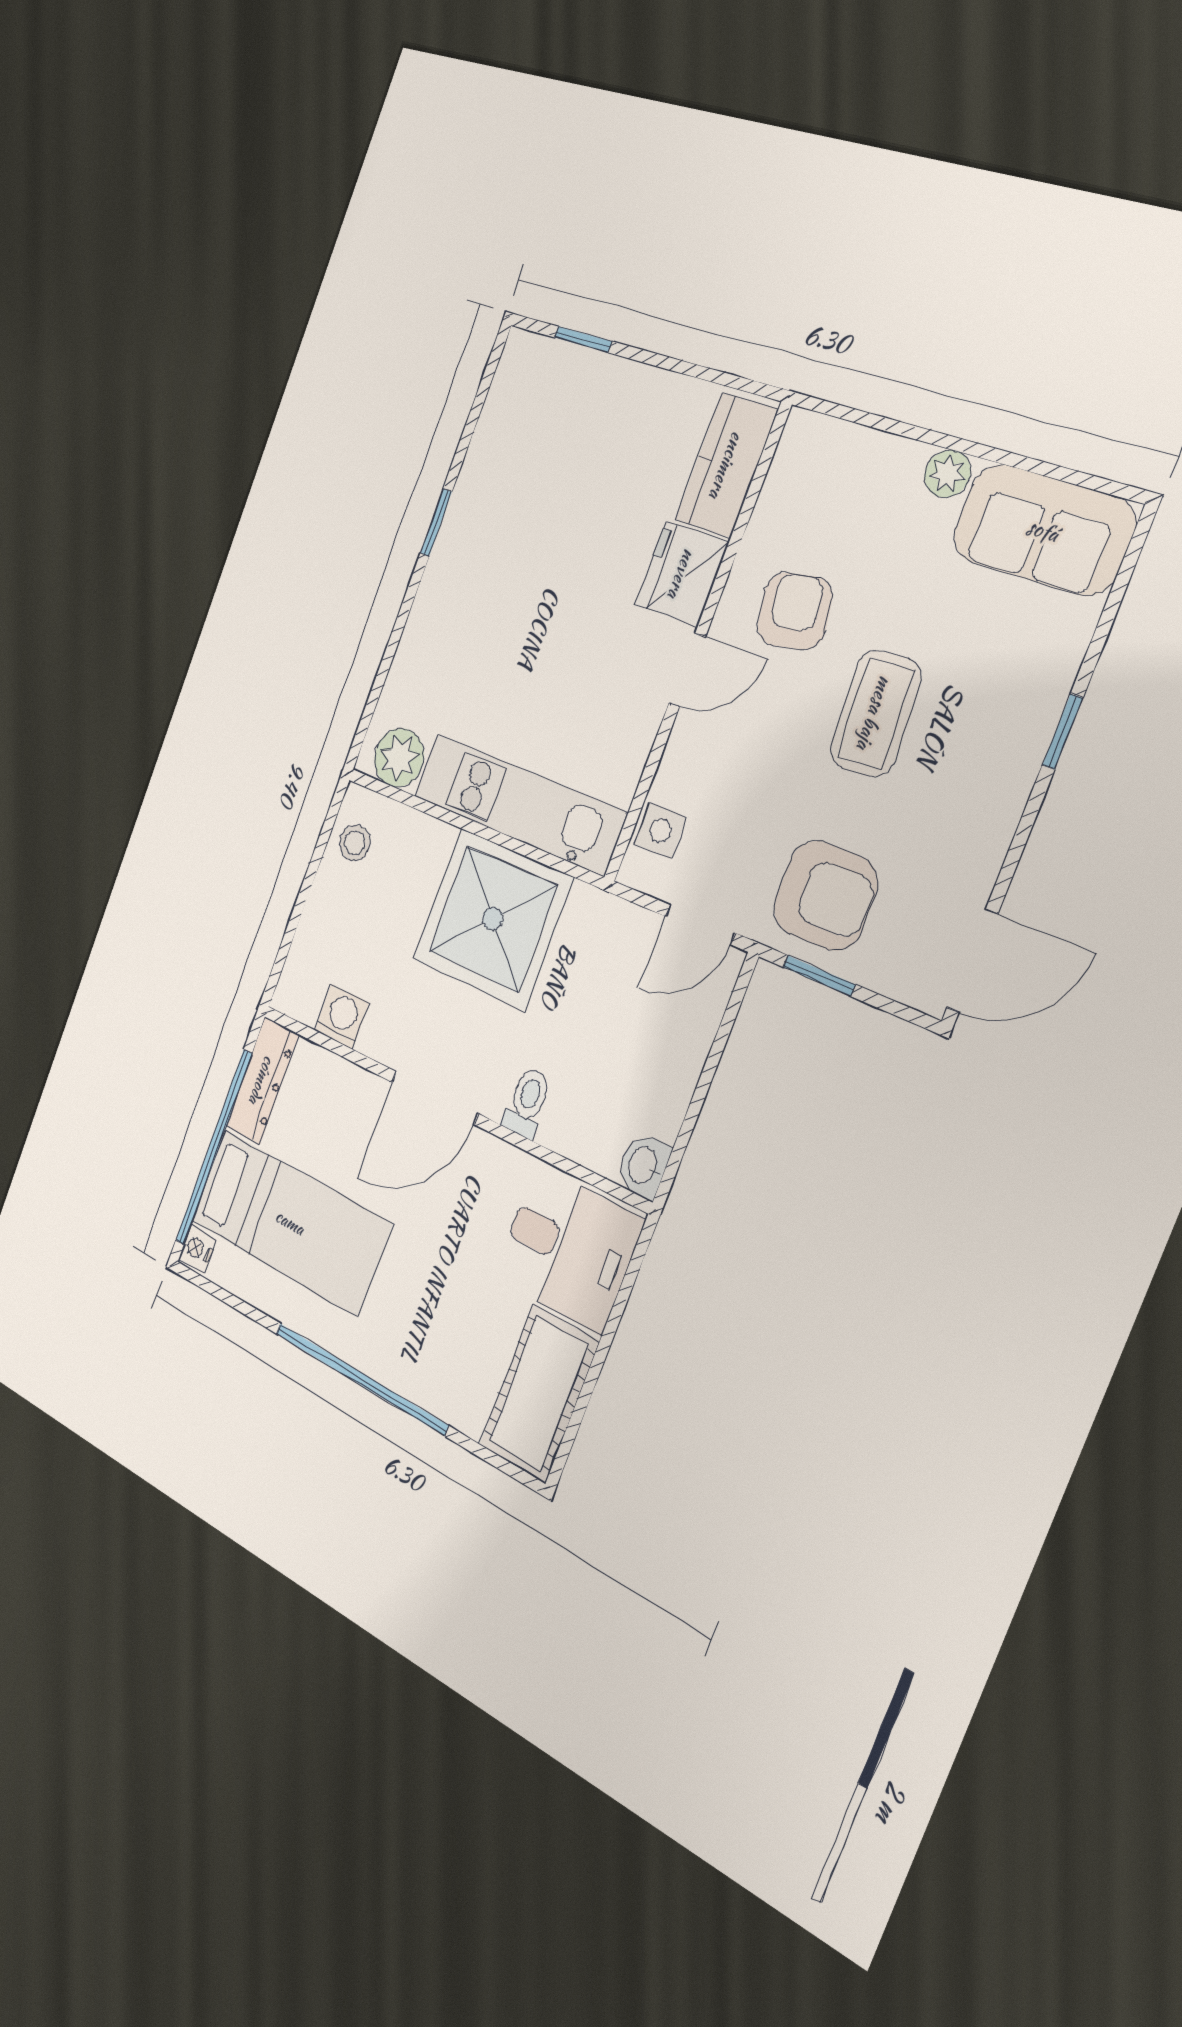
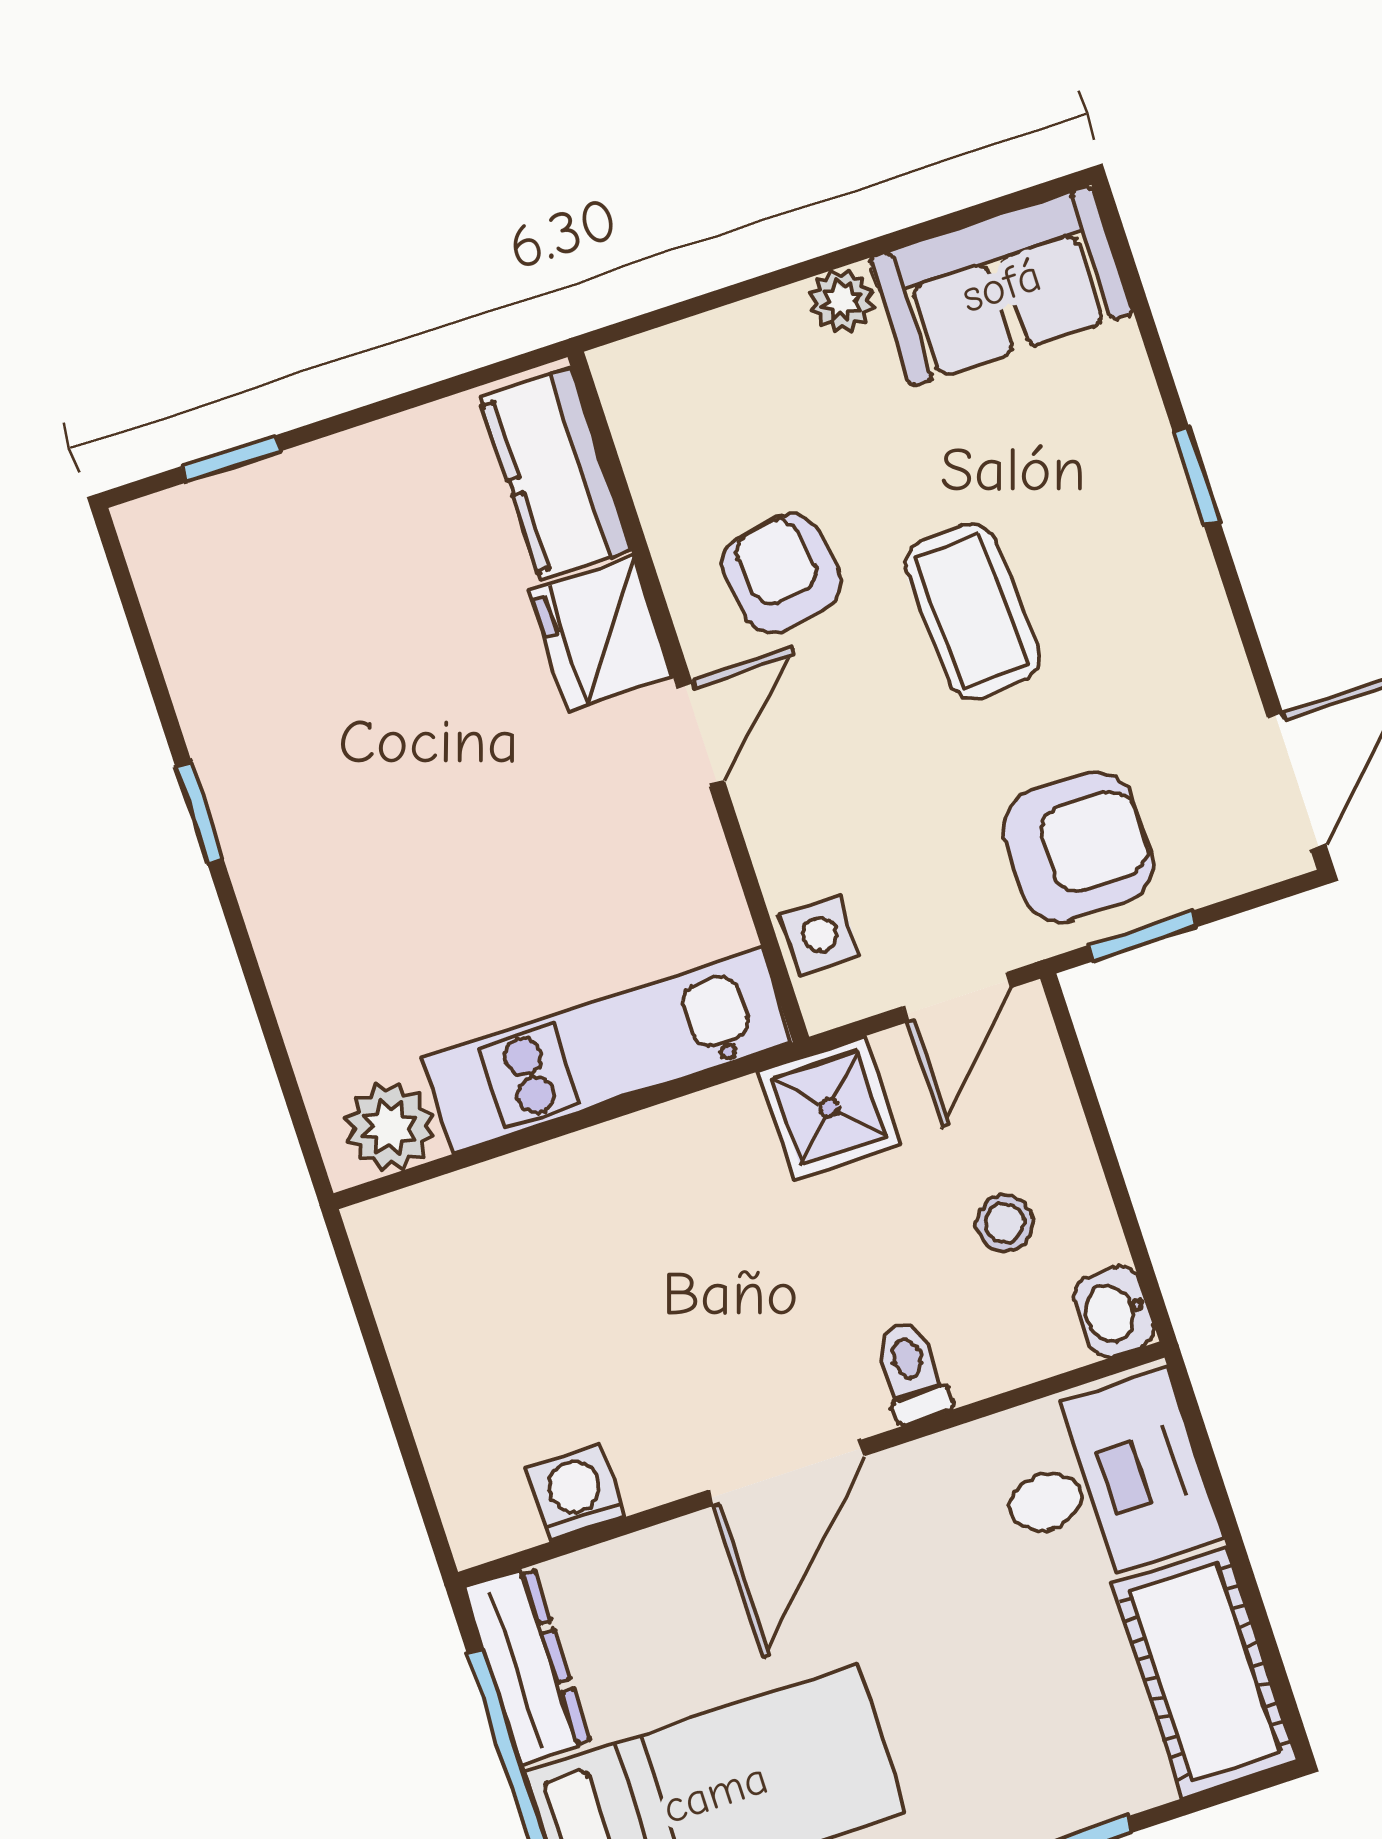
stool: (355, 843) -> (1005, 1223), moved
shower: (493, 919) -> (829, 1108), moved, width x0.54, depth x0.54

